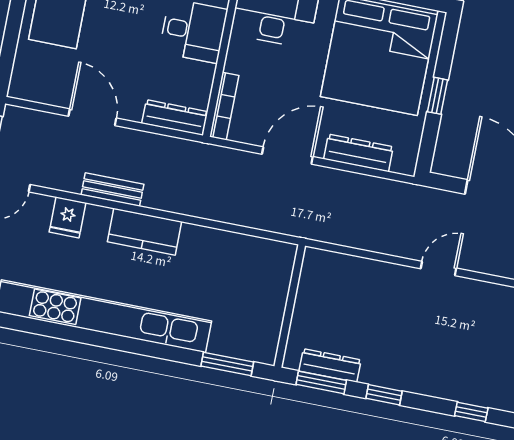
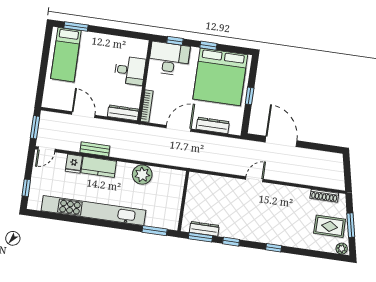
kitchen counter: (144, 232) -> (99, 167), moved
plant: (208, 247) -> (142, 175), added

